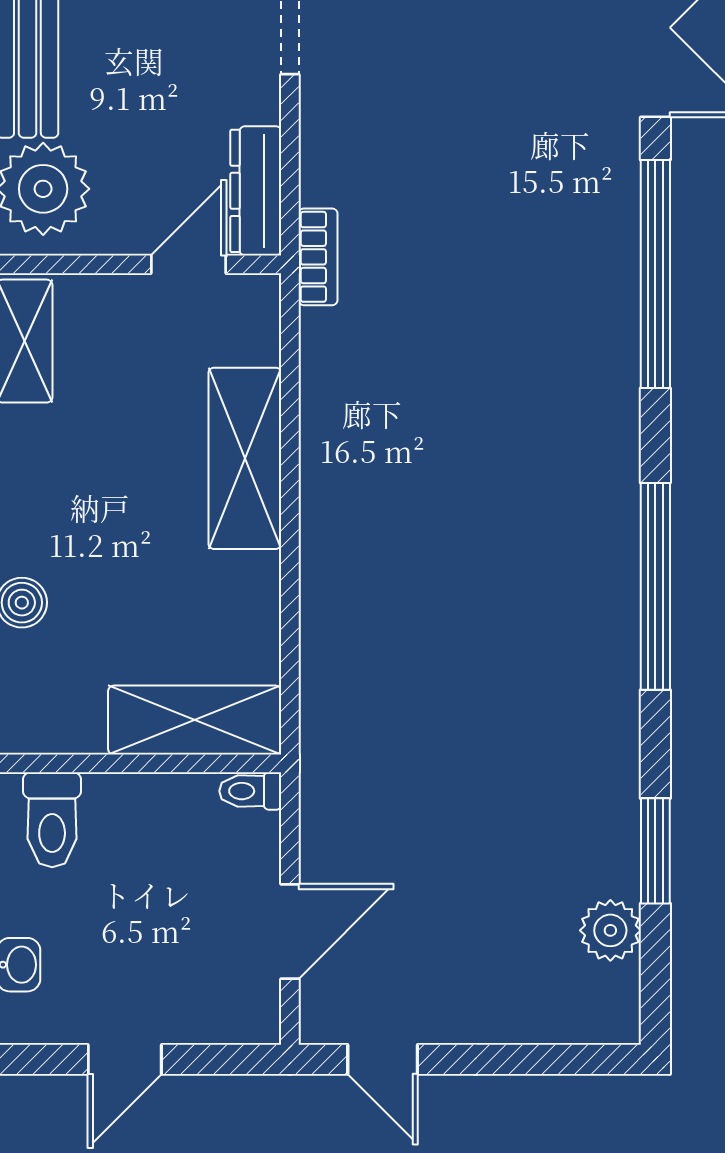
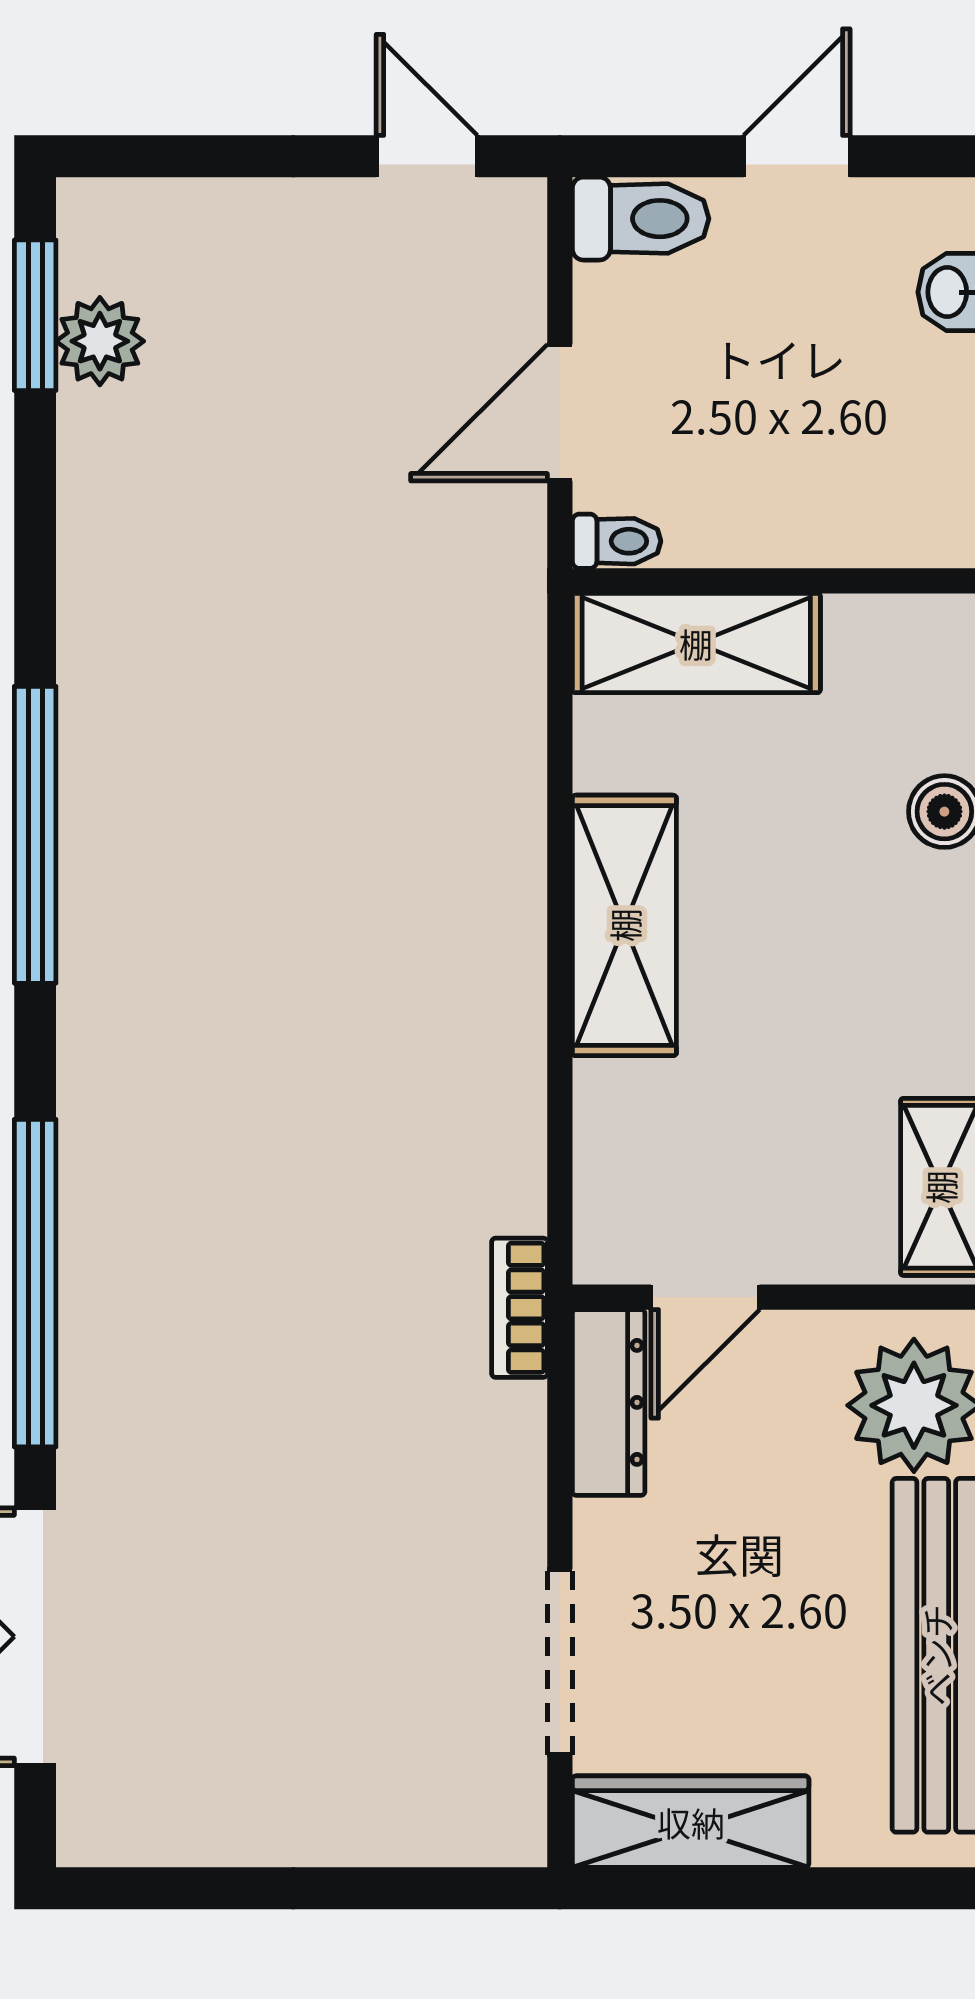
shelving: (245, 458) -> (624, 925), moved
toilet: (52, 820) -> (641, 219), moved, turned 90
window: (655, 851) -> (35, 315), moved
door: (290, 931) -> (560, 413), moved

